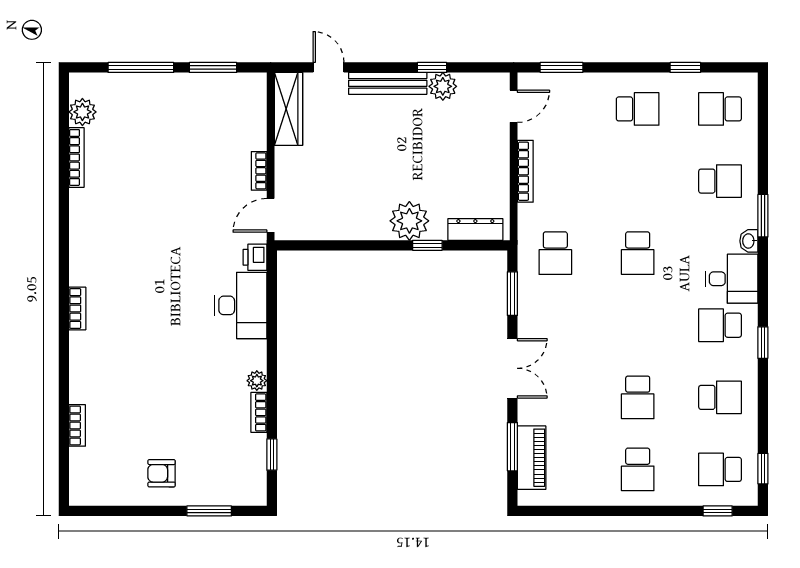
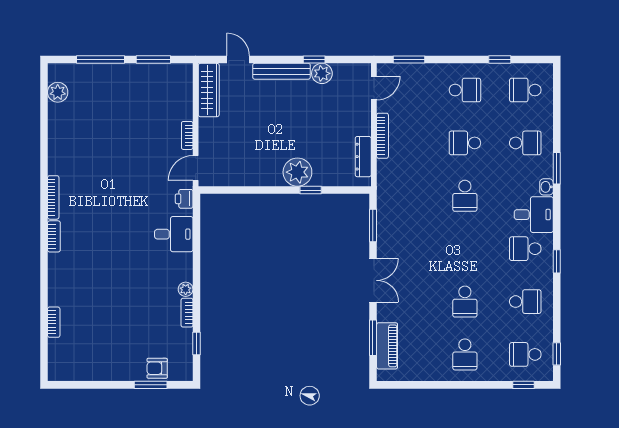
bookcase: (76, 157) -> (53, 197), moved
dresser: (475, 230) -> (363, 157), moved, turned -90
school desk: (555, 253) -> (465, 143), moved, turned 90
desk: (241, 305) -> (174, 234), width x0.73
armchair: (162, 473) -> (157, 368), moved

